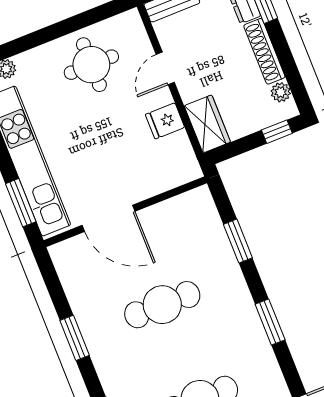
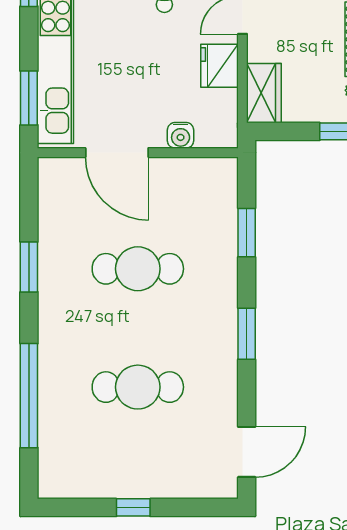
fridge: (165, 121) -> (220, 66), width x1.38
water cooler: (154, 184) -> (181, 135), added

